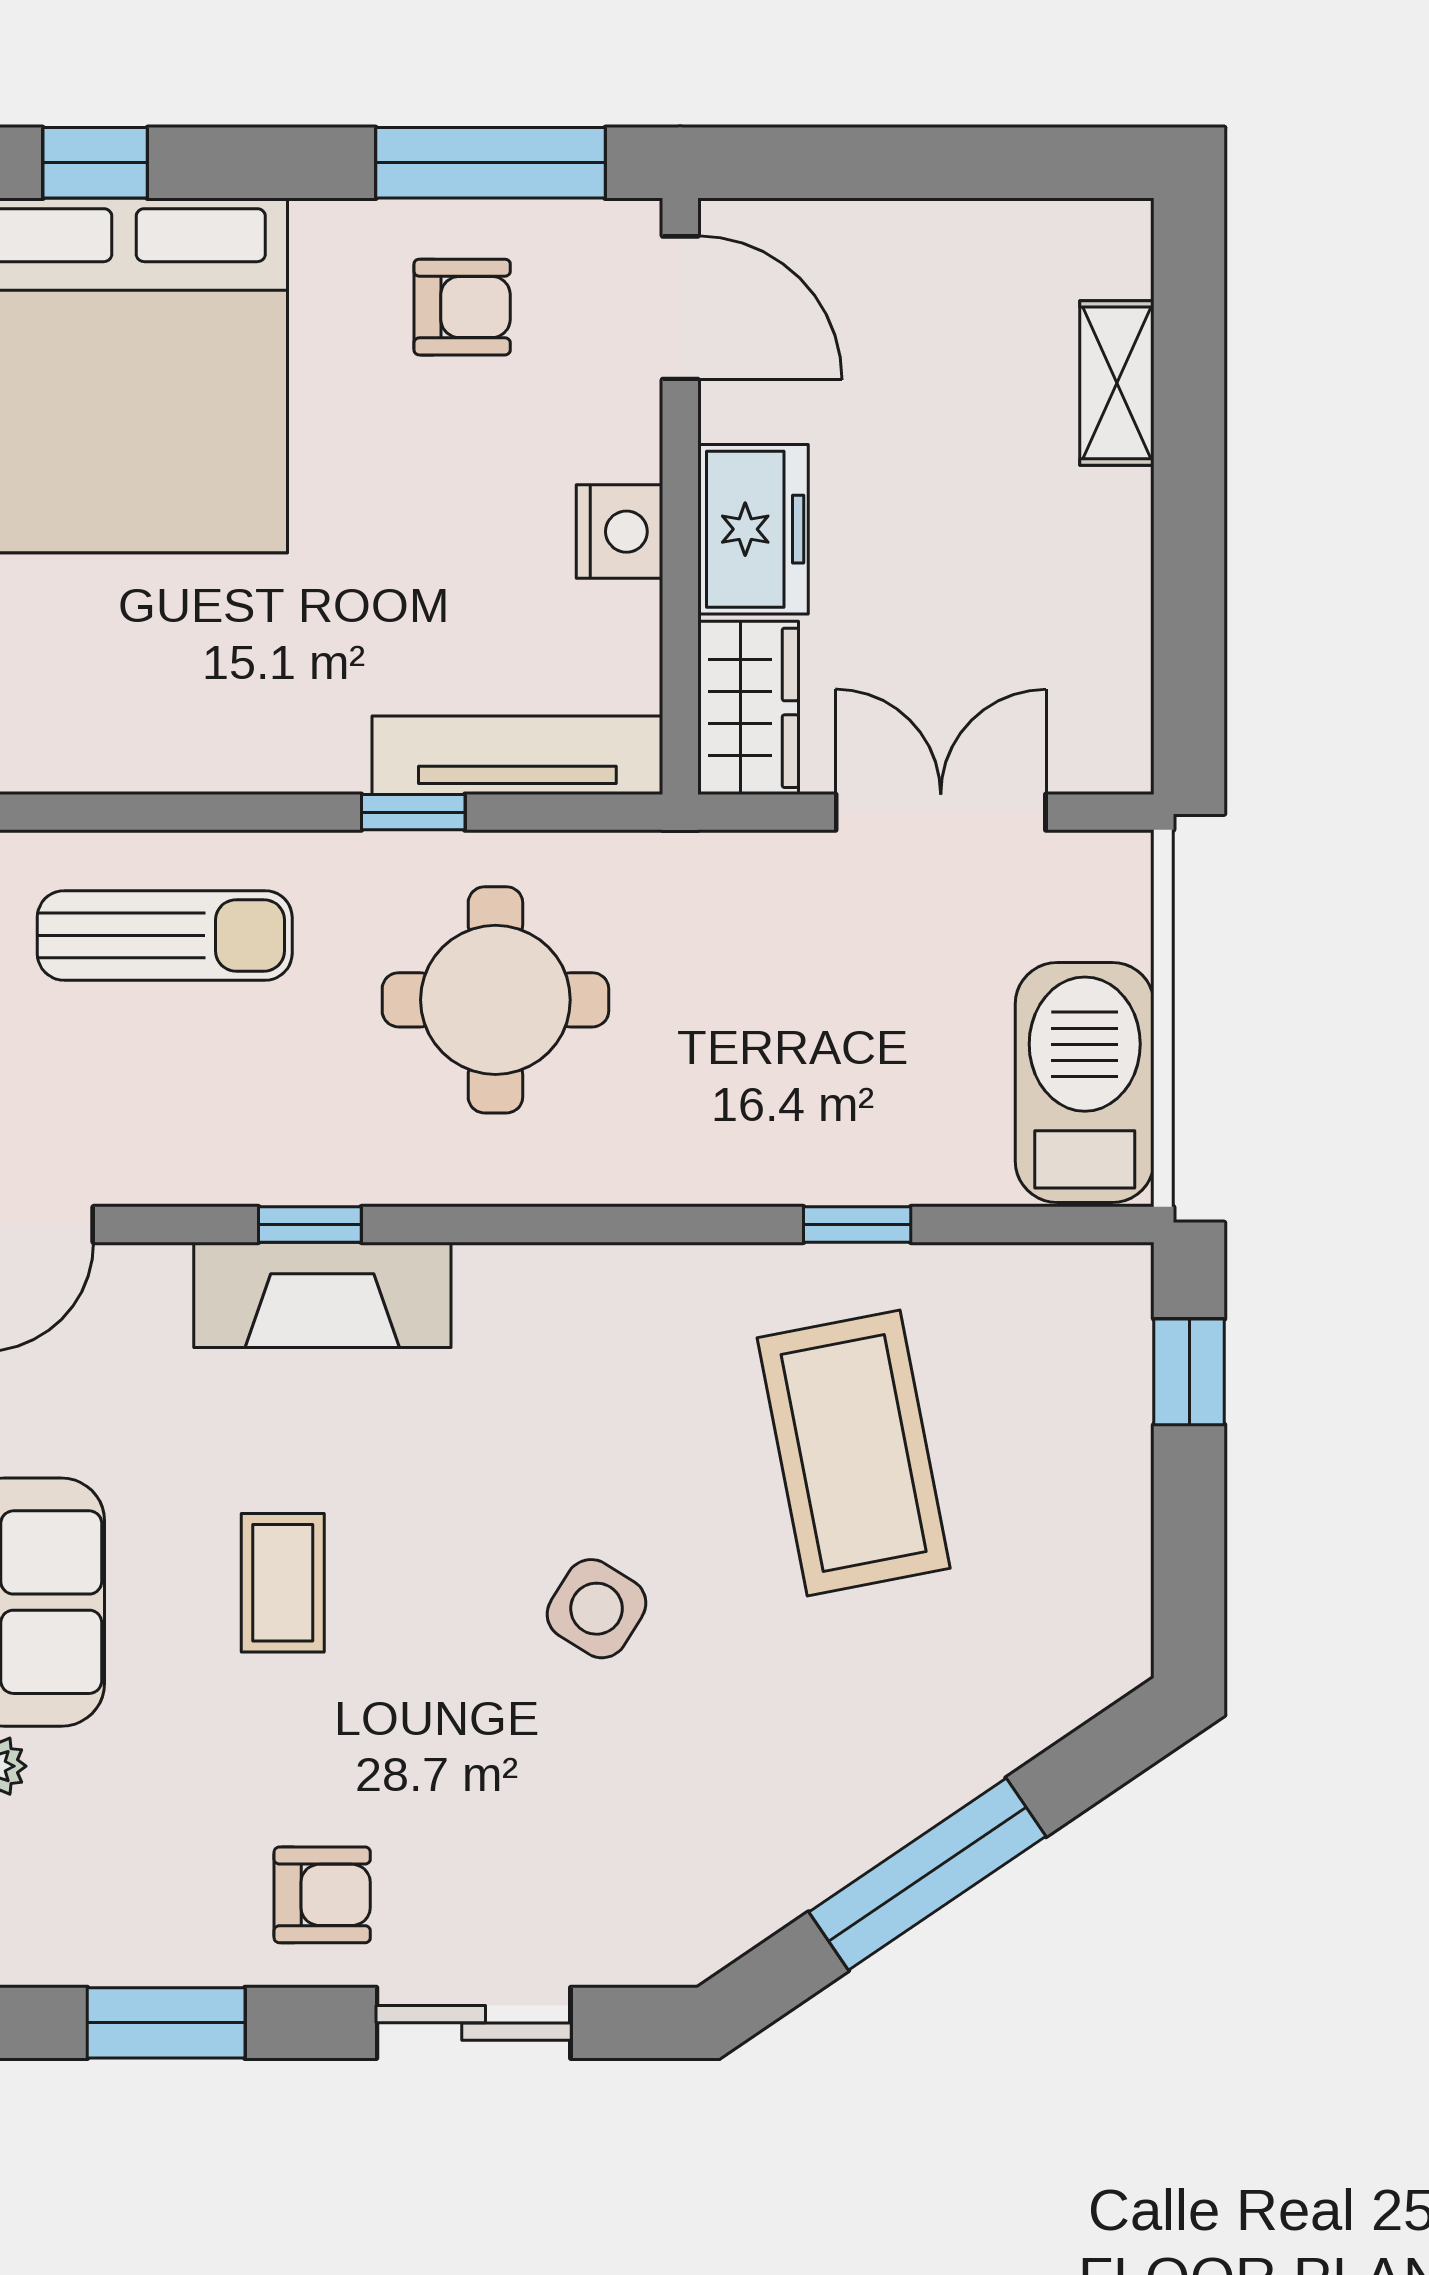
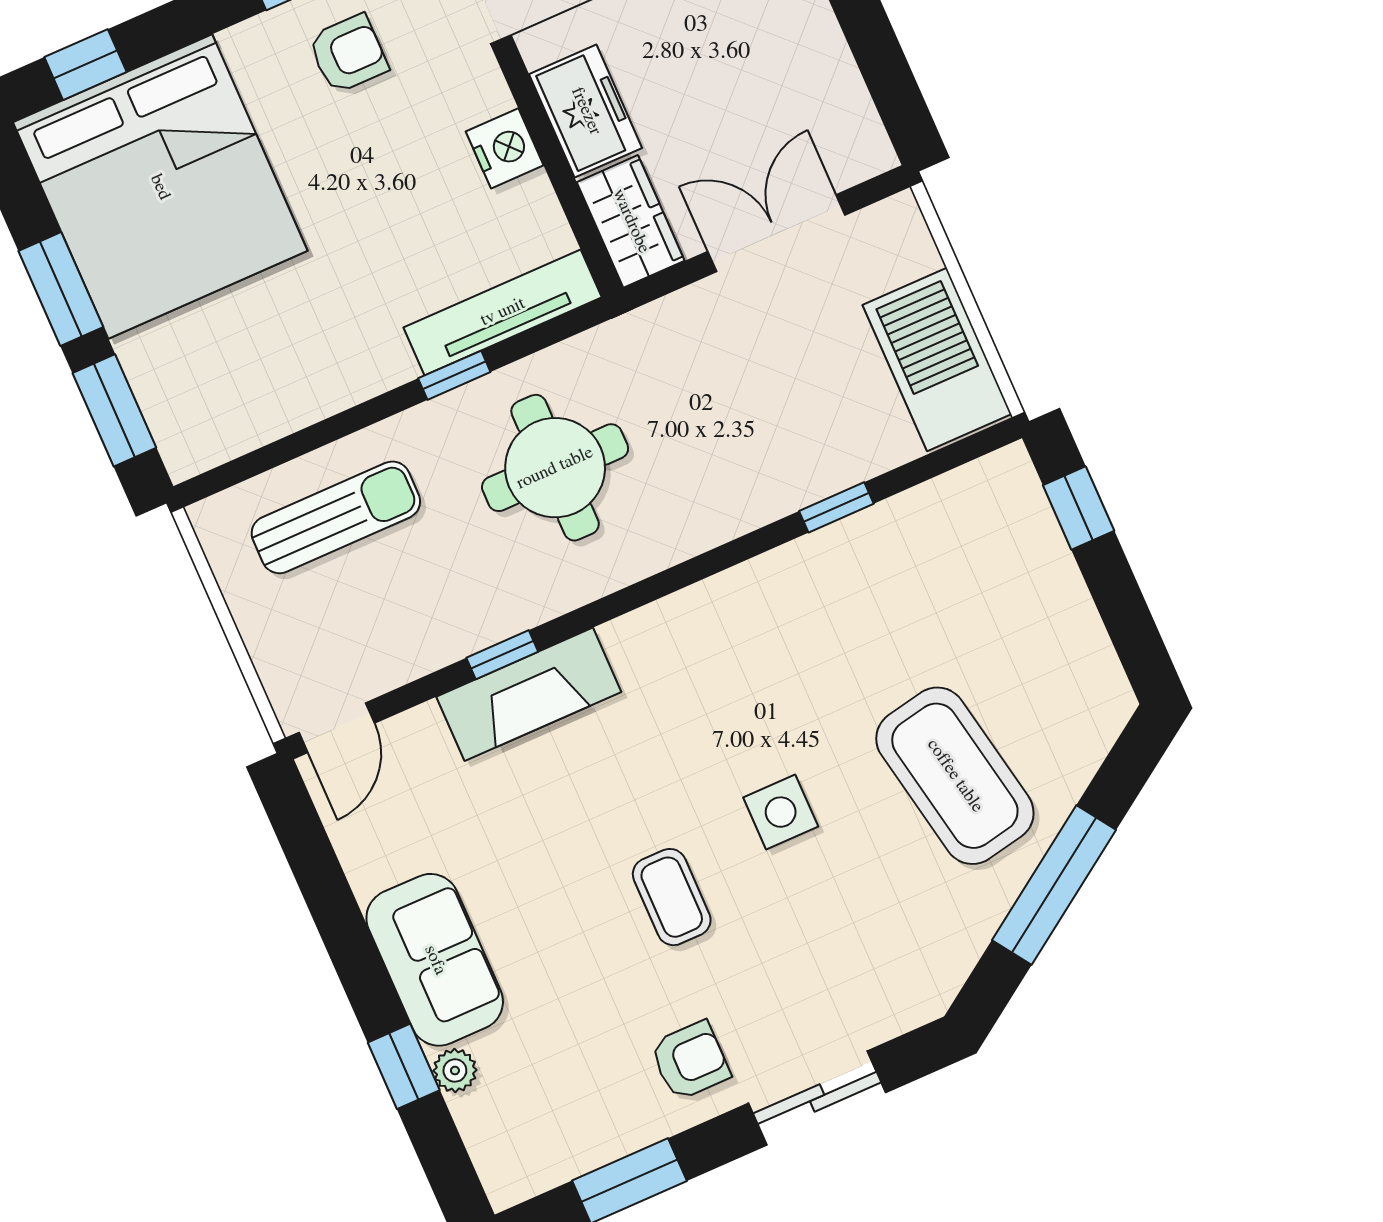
coffee table: (854, 1453) -> (955, 776), moved
coffee table: (283, 1583) -> (672, 897), moved
side table: (597, 1609) -> (781, 812), turned -32

